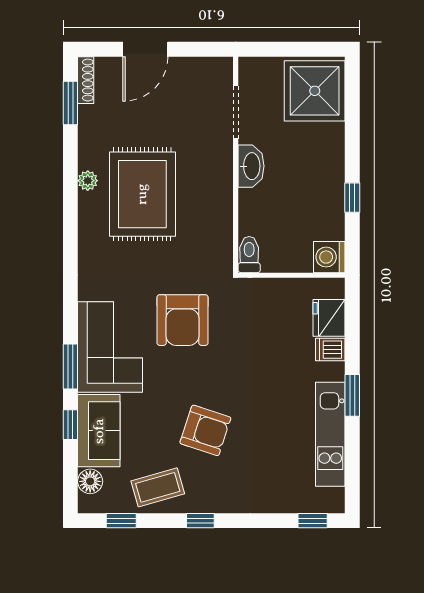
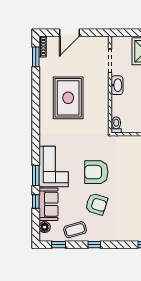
plant: (88, 181) -> (44, 92), removed
armchair: (183, 320) -> (96, 172), moved, turned 90

